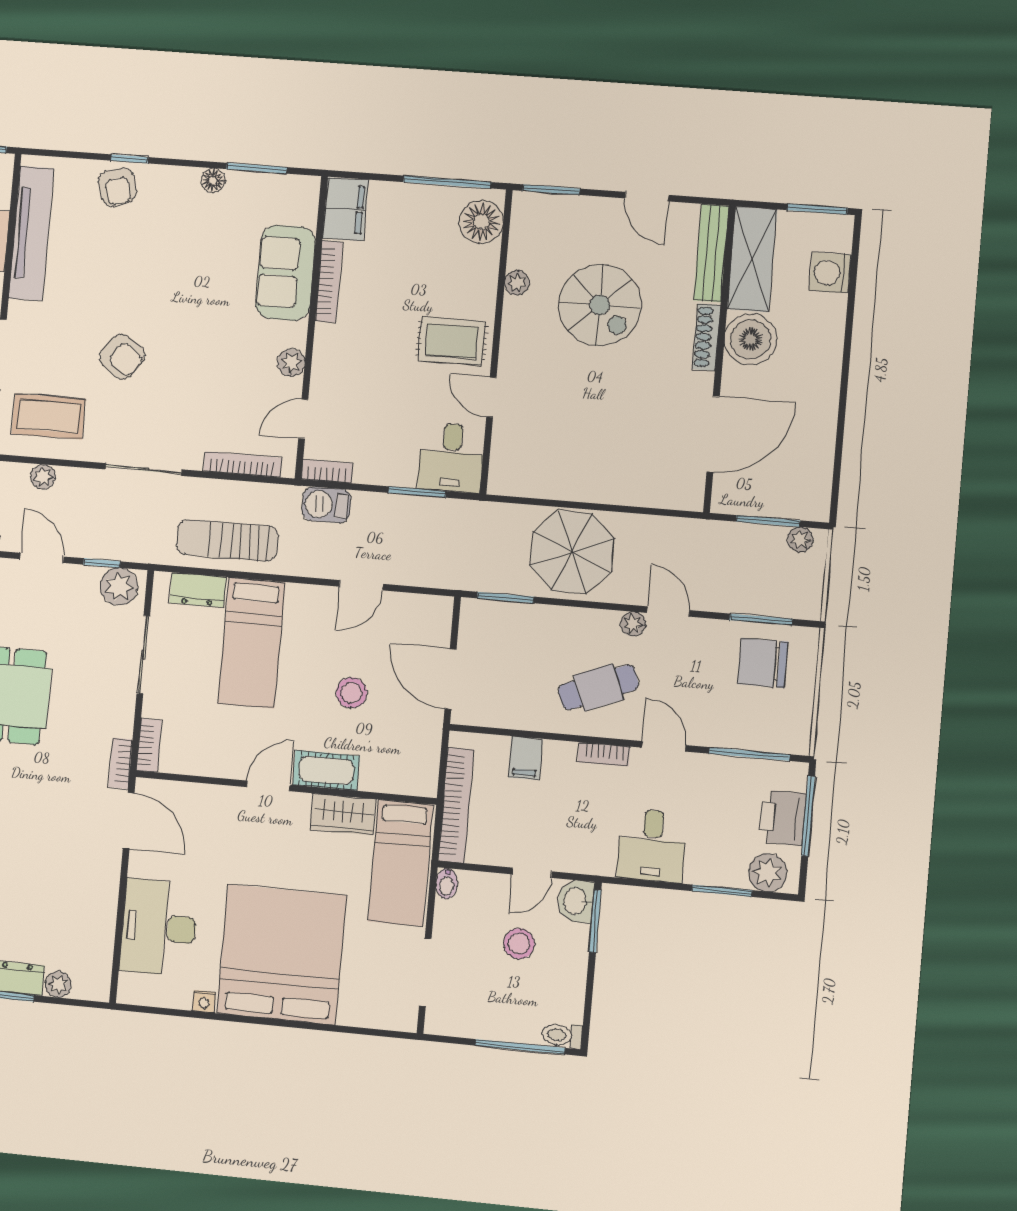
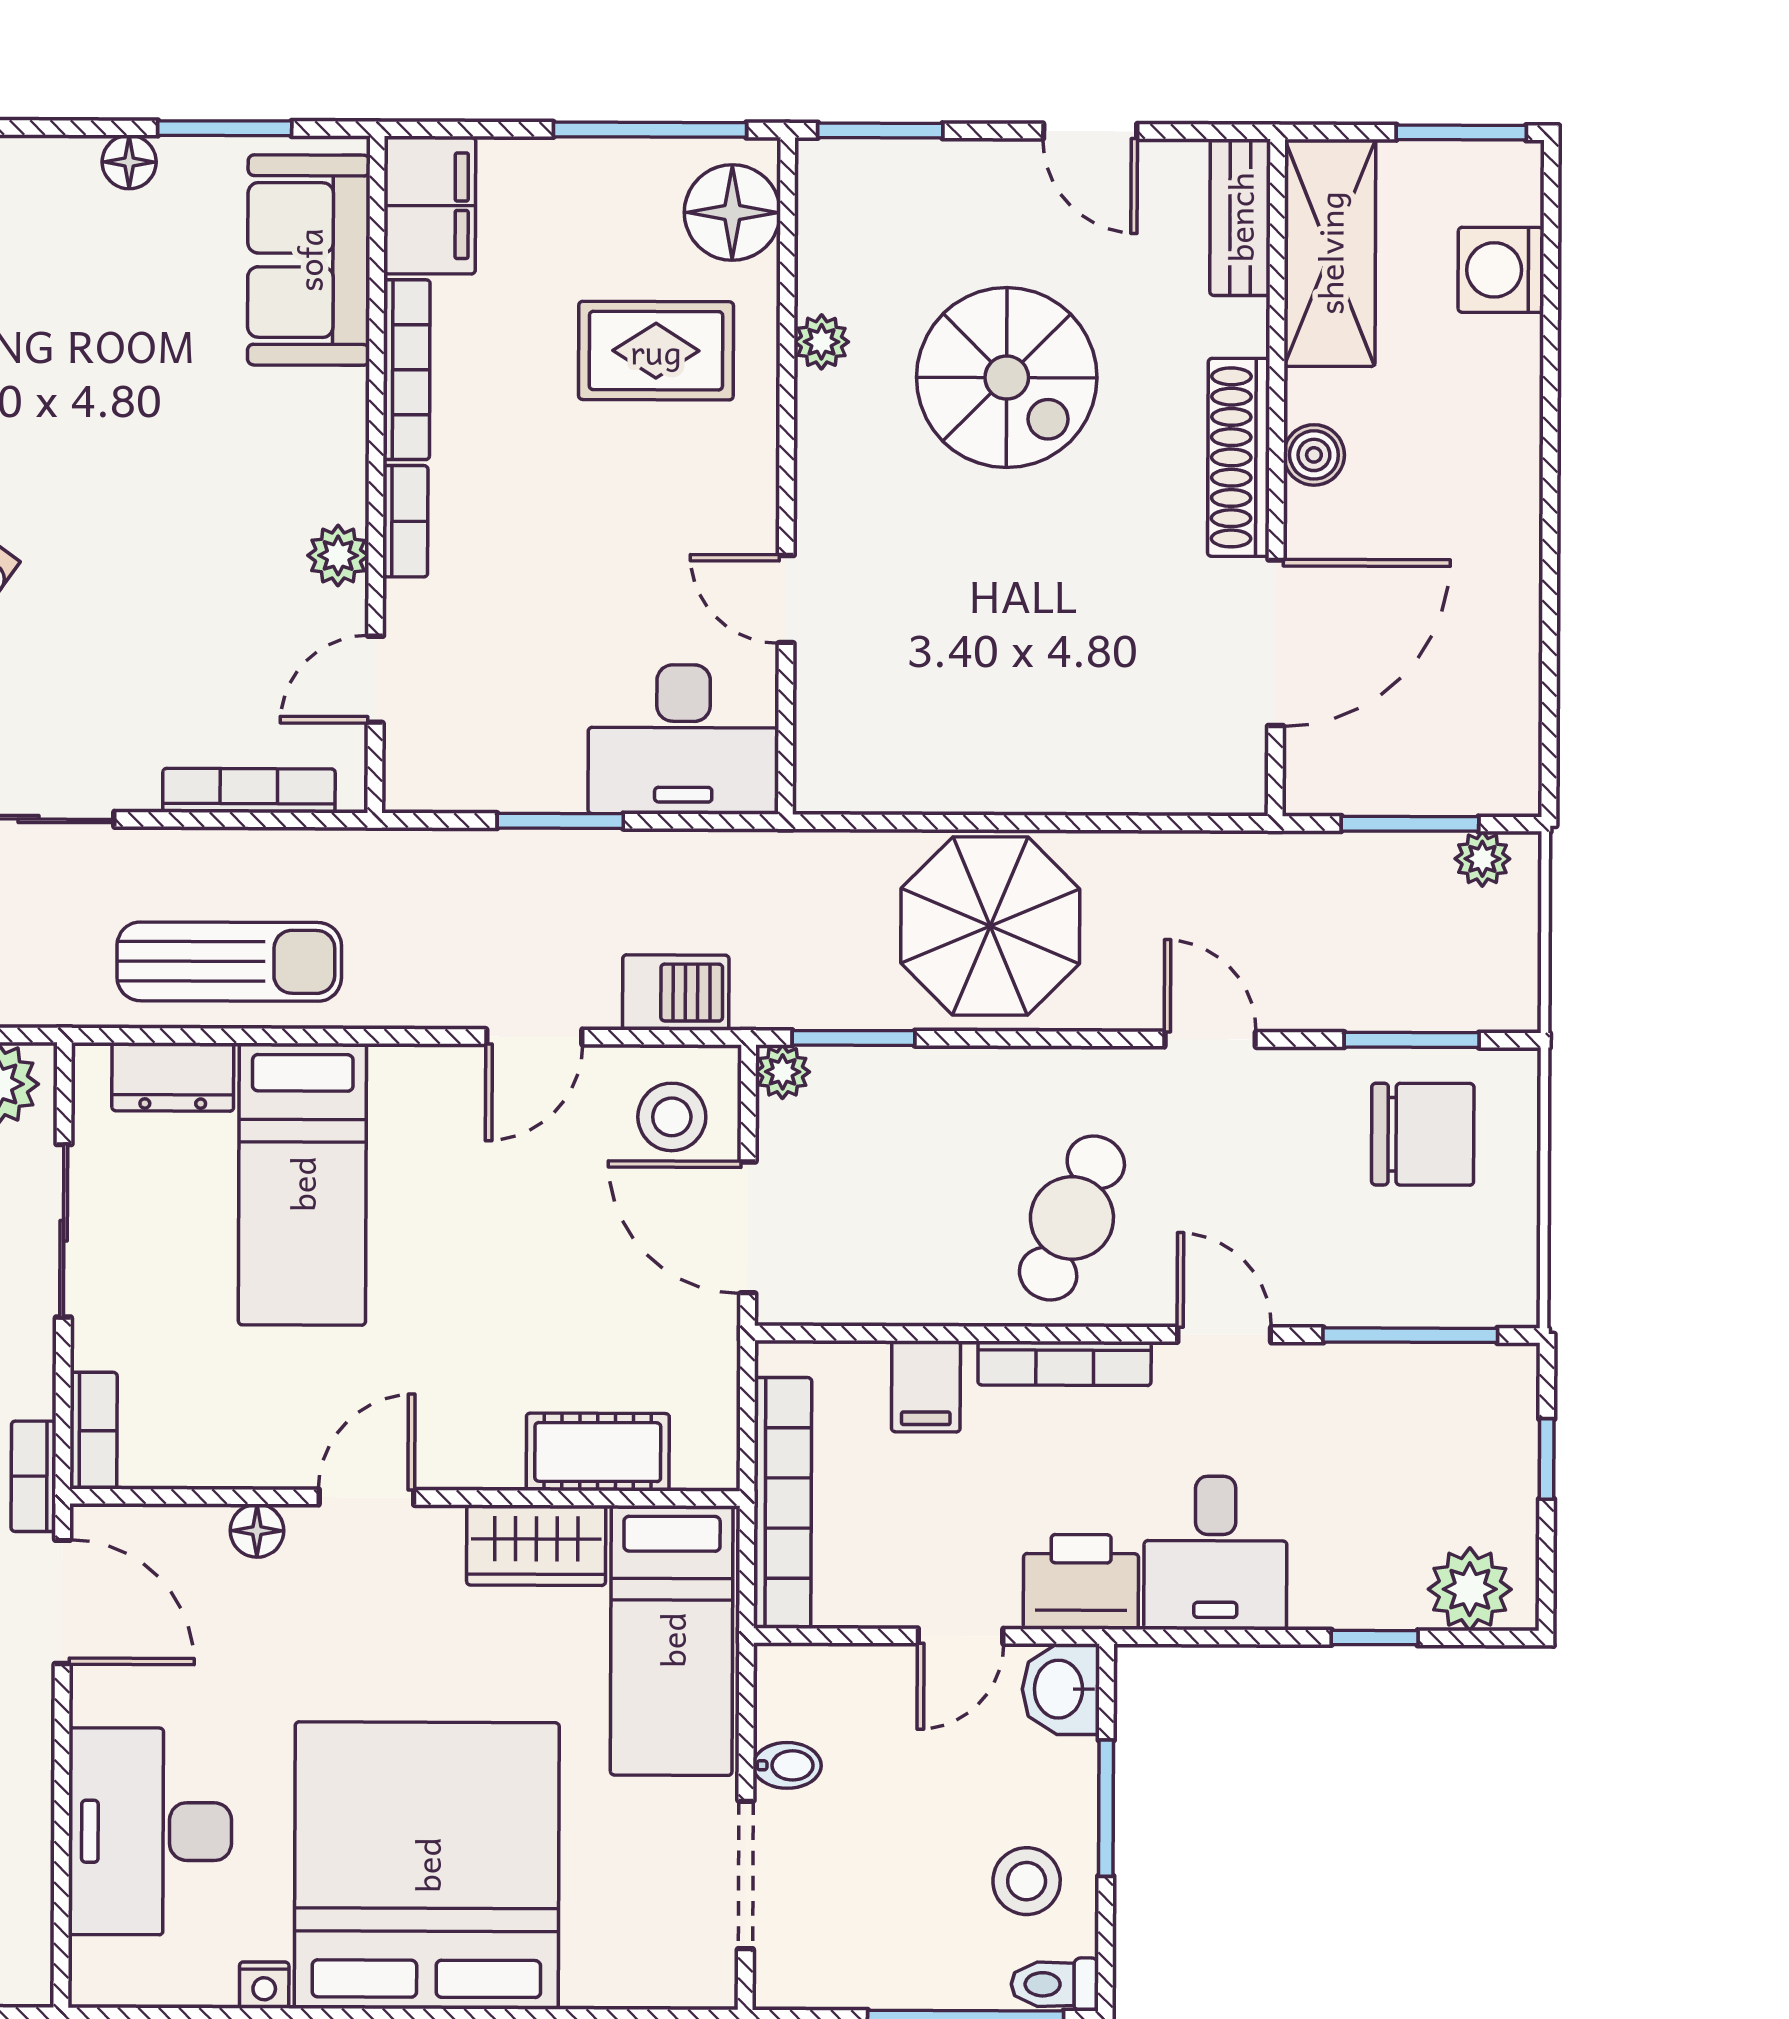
bench: (711, 253) -> (1240, 217), width x0.73
sofa: (285, 273) -> (309, 260), moved
shoe rack: (706, 337) -> (1239, 457), width x1.36, depth x1.24
boiler: (751, 339) -> (1314, 455), width x0.54, depth x0.54
rug: (452, 341) -> (656, 351), moved
desk: (451, 458) -> (683, 739), width x1.37
bookcase: (327, 471) -> (405, 521), moved, turned 90
window: (417, 492) -> (560, 821), moved
barbecue: (326, 505) -> (676, 992), moved, turned 180
sun lounger: (227, 540) -> (229, 962), turned 180
plant: (633, 624) -> (783, 1072), moved
chair: (763, 663) -> (1423, 1134), turned 180
cafe table: (598, 687) -> (1072, 1218), turned -45
stool: (351, 693) -> (672, 1117), moved
bookcase: (604, 754) -> (1065, 1363), width x1.56
cot: (326, 770) -> (598, 1452), moved
floor lamp: (218, 797) -> (257, 1531), added
window: (808, 816) -> (1547, 1459), width x0.46
printer: (782, 818) -> (1081, 1582), moved, turned 90
bidet: (447, 884) -> (787, 1765), moved, turned -90
window: (722, 891) -> (1375, 1638), width x0.67
window: (595, 921) -> (1106, 1808), moved
stool: (519, 944) -> (1027, 1881), moved

